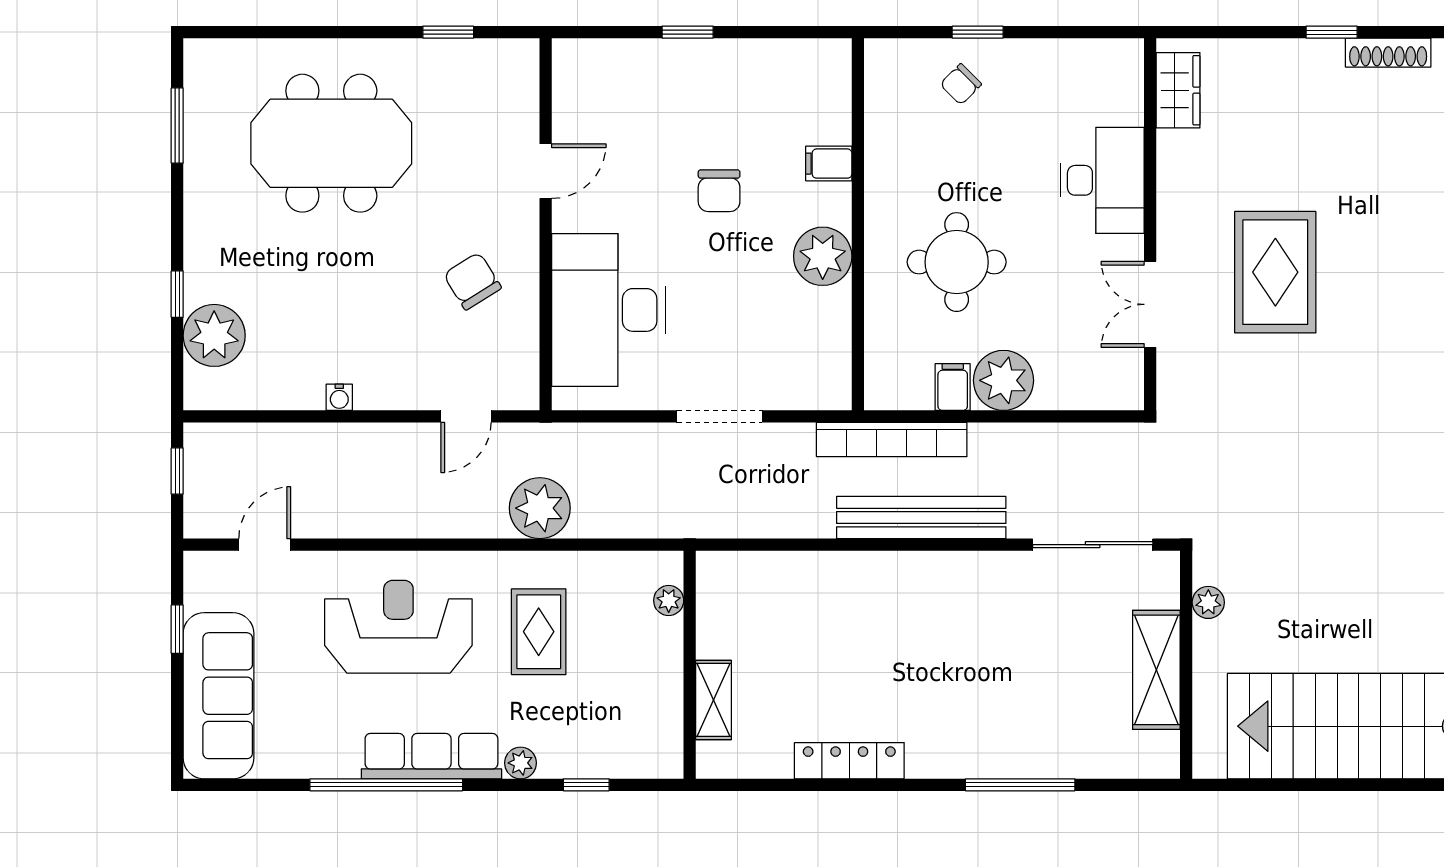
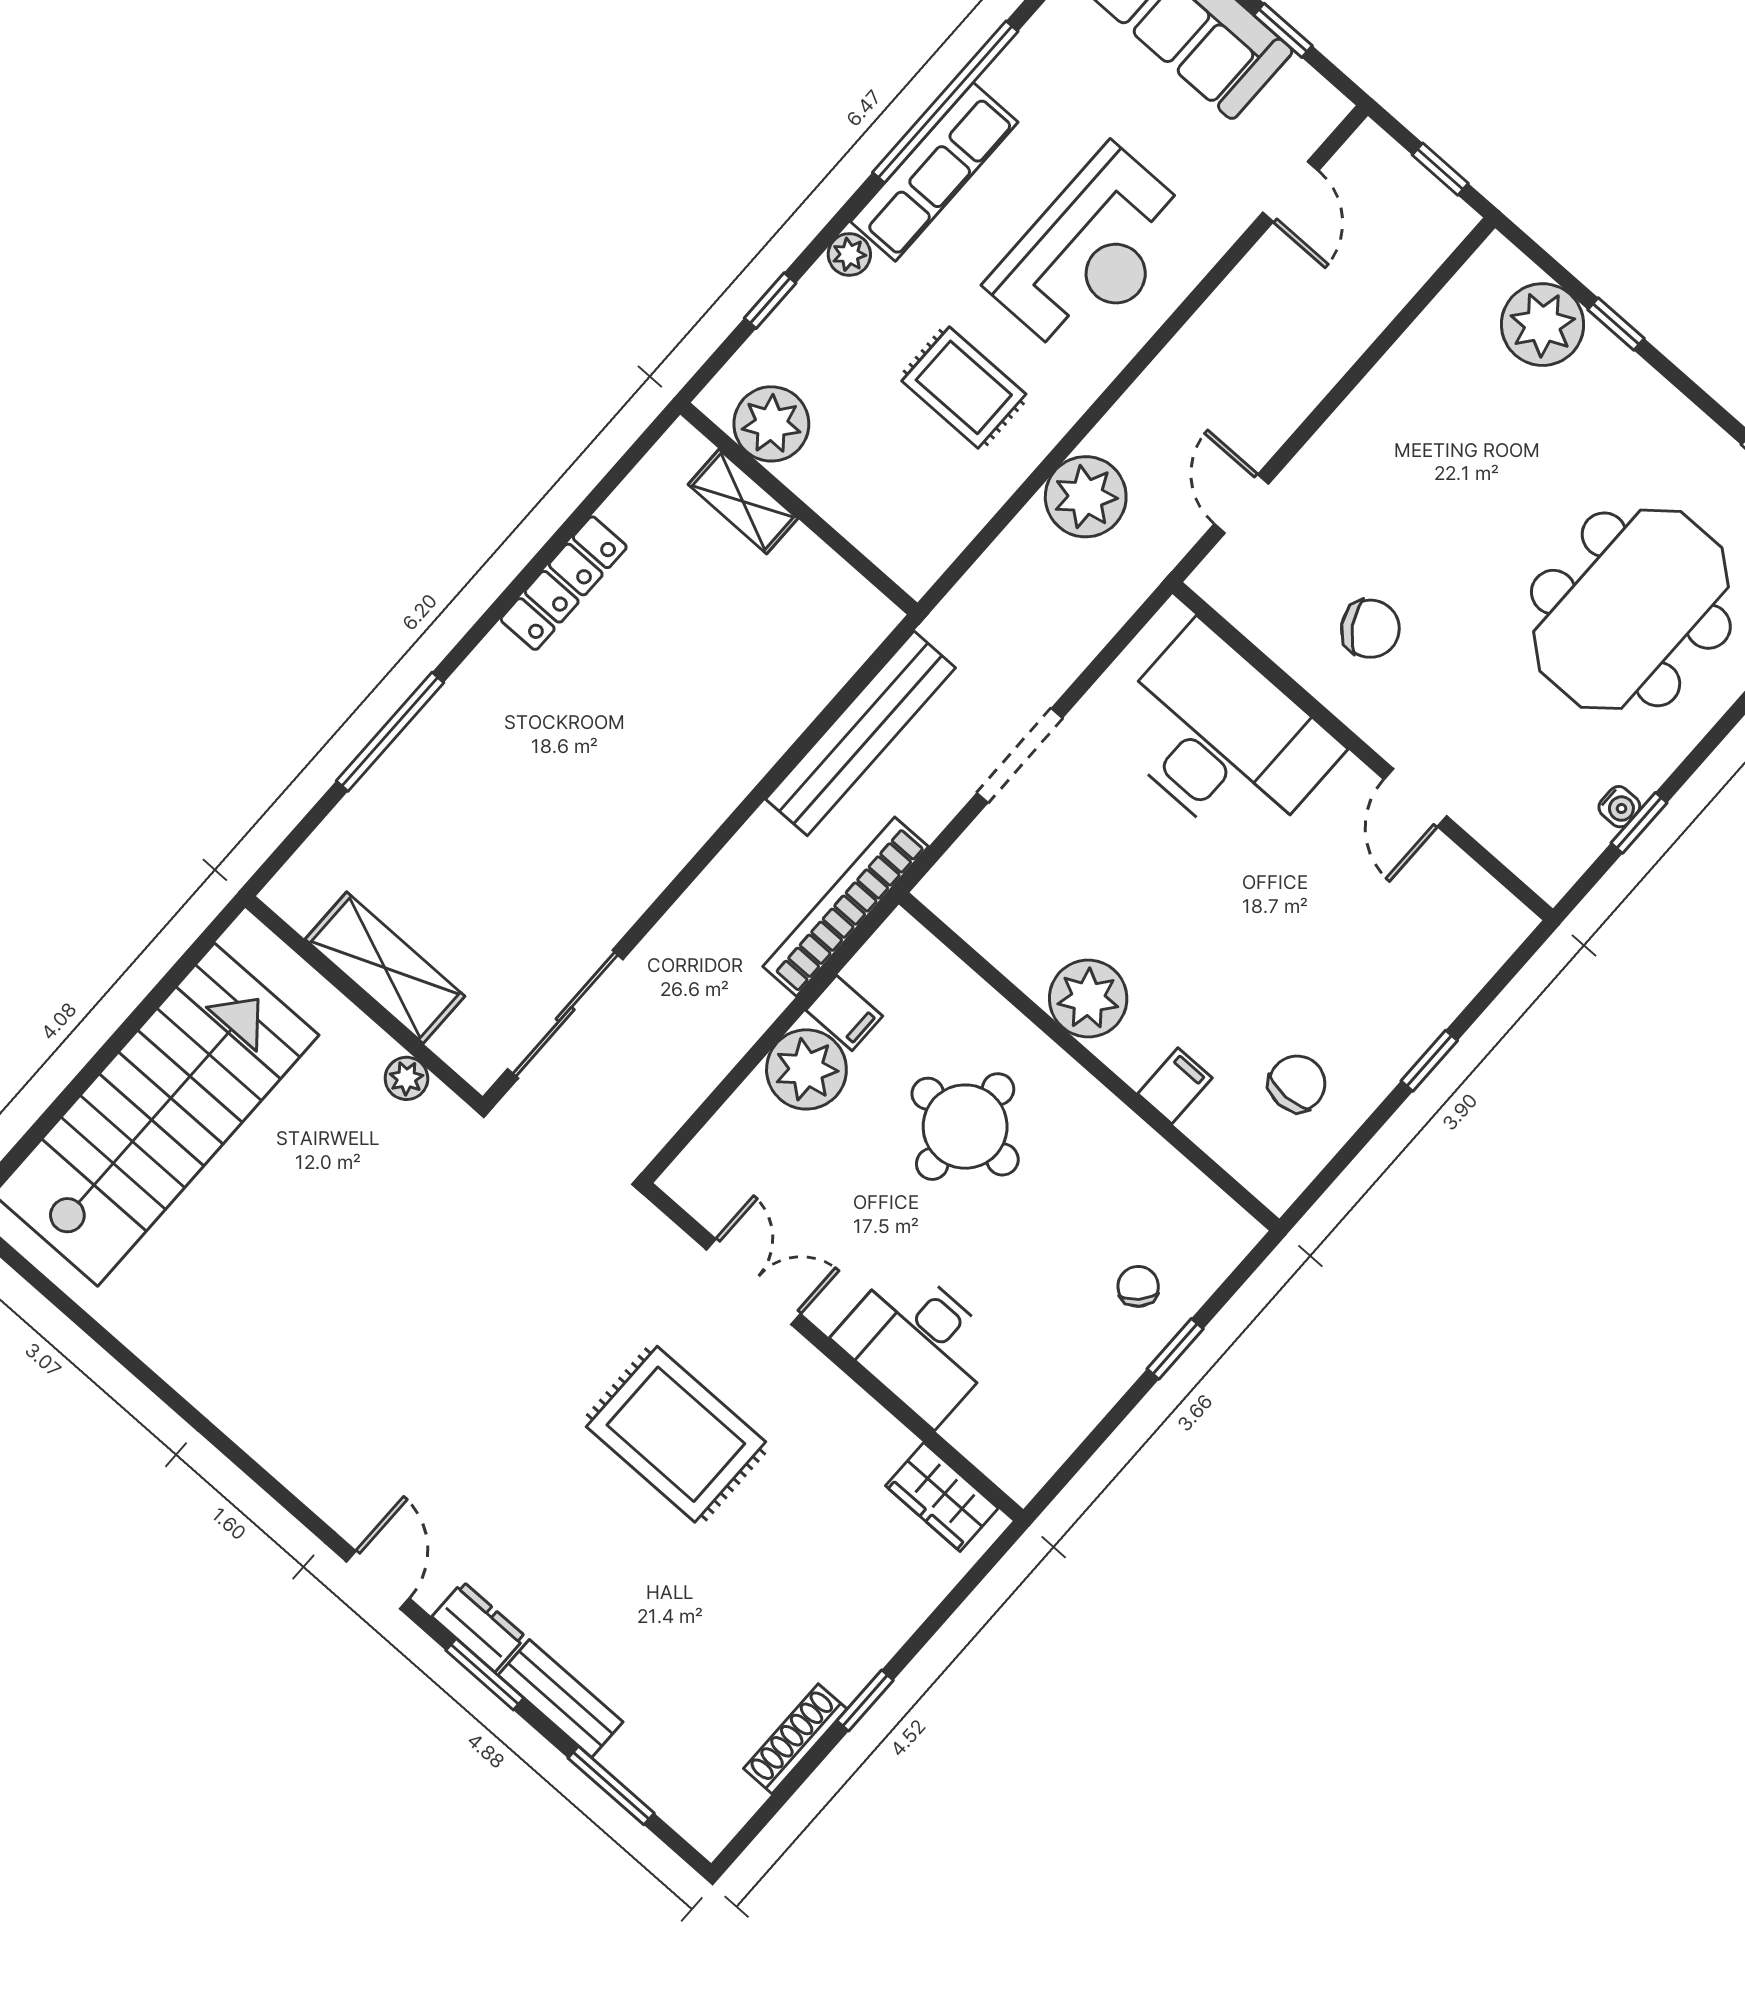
chair: (719, 191) -> (1297, 1084), moved, turned 90
water cooler: (339, 397) -> (1619, 807), moved, turned 180
bench: (921, 518) -> (861, 733), moved
plant: (669, 601) -> (771, 424), moved, width x1.87, depth x1.87

